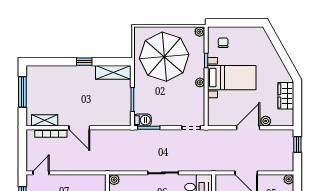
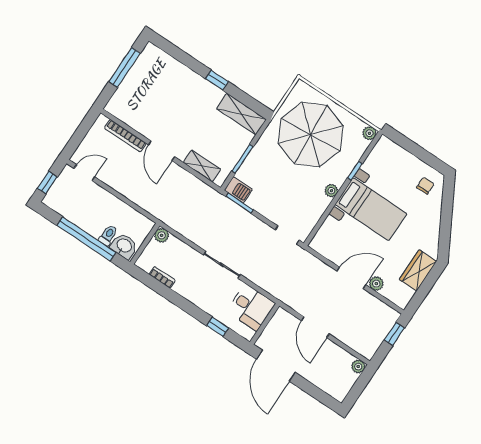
chair: (223, 43) -> (425, 186), moved
shelving: (45, 120) -> (202, 166), moved

